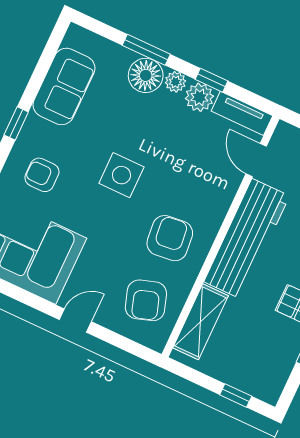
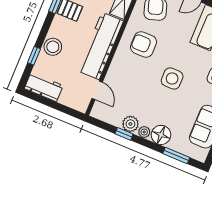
window: (146, 50) -> (176, 155), moved
tv unit: (242, 113) -> (106, 116), removed
armchair: (170, 238) -> (144, 44), turned 96

